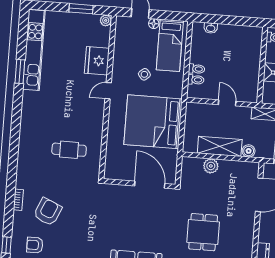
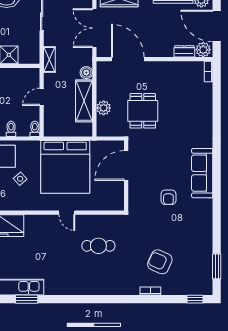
toilet: (196, 80) -> (35, 129), moved
door: (108, 91) -> (67, 213), moved
cafe table: (69, 150) -> (98, 246), turned 90
dining table: (203, 232) -> (143, 111), moved, turned 90
armchair: (35, 245) -> (168, 197), moved

